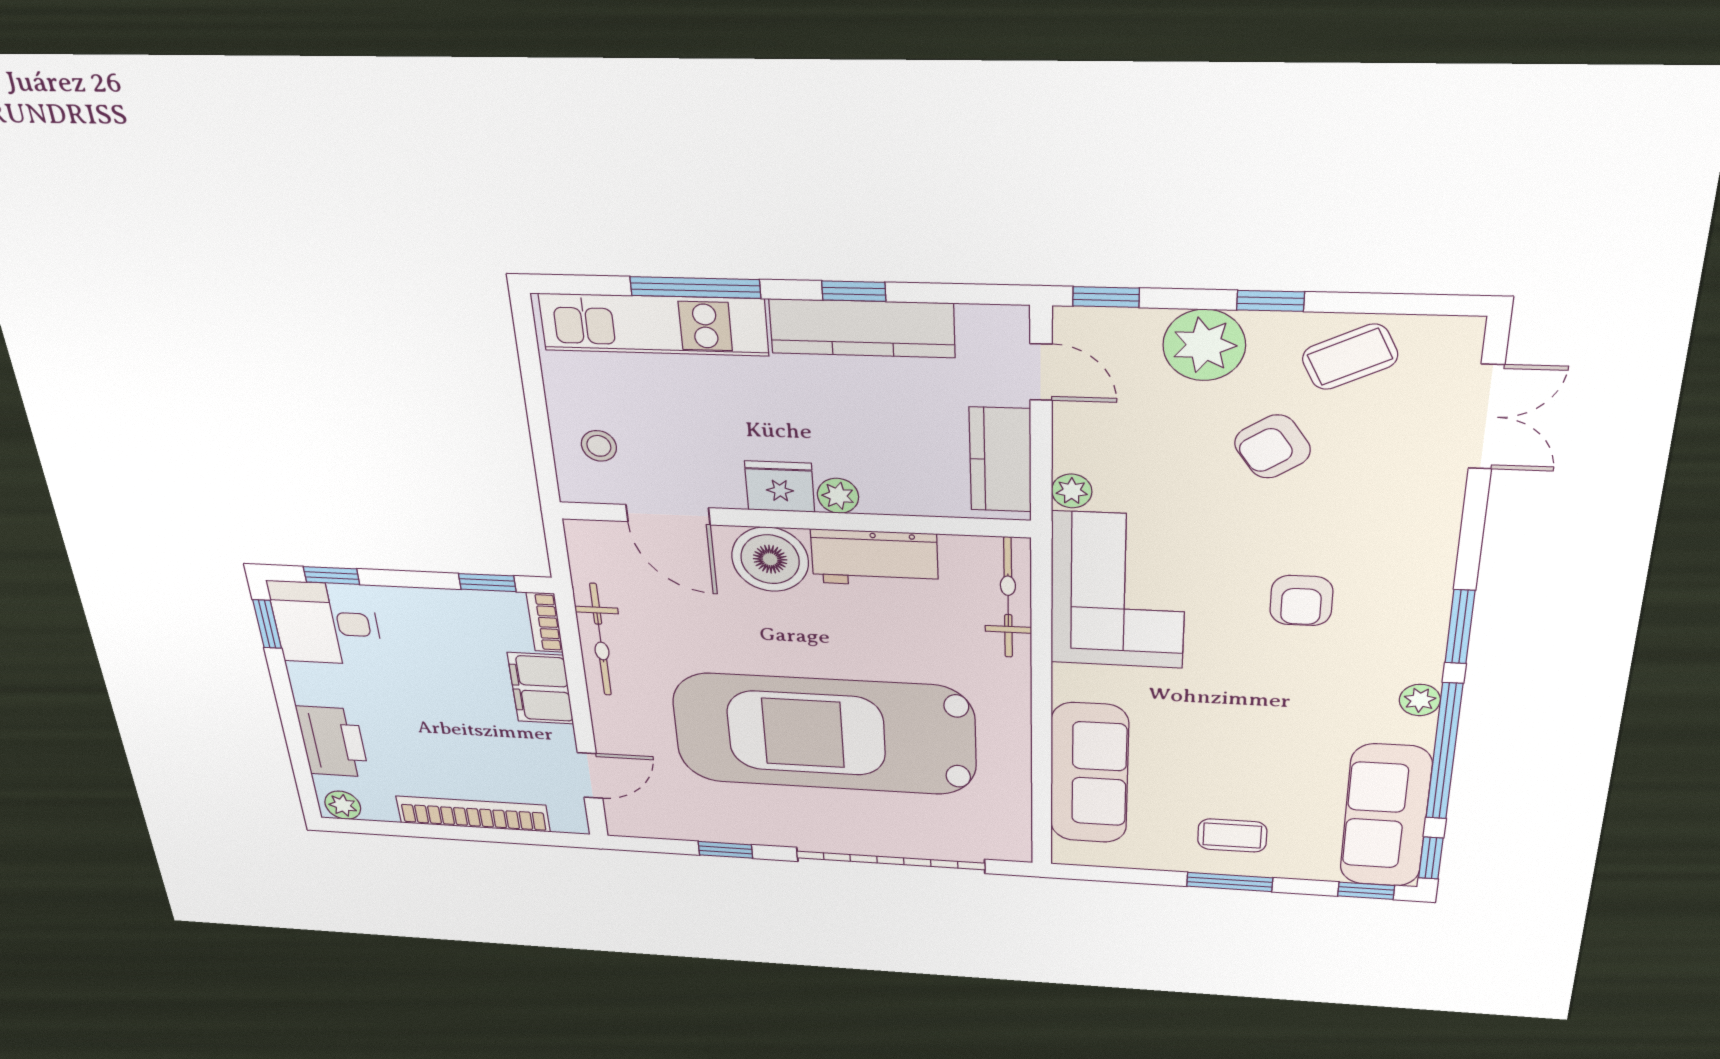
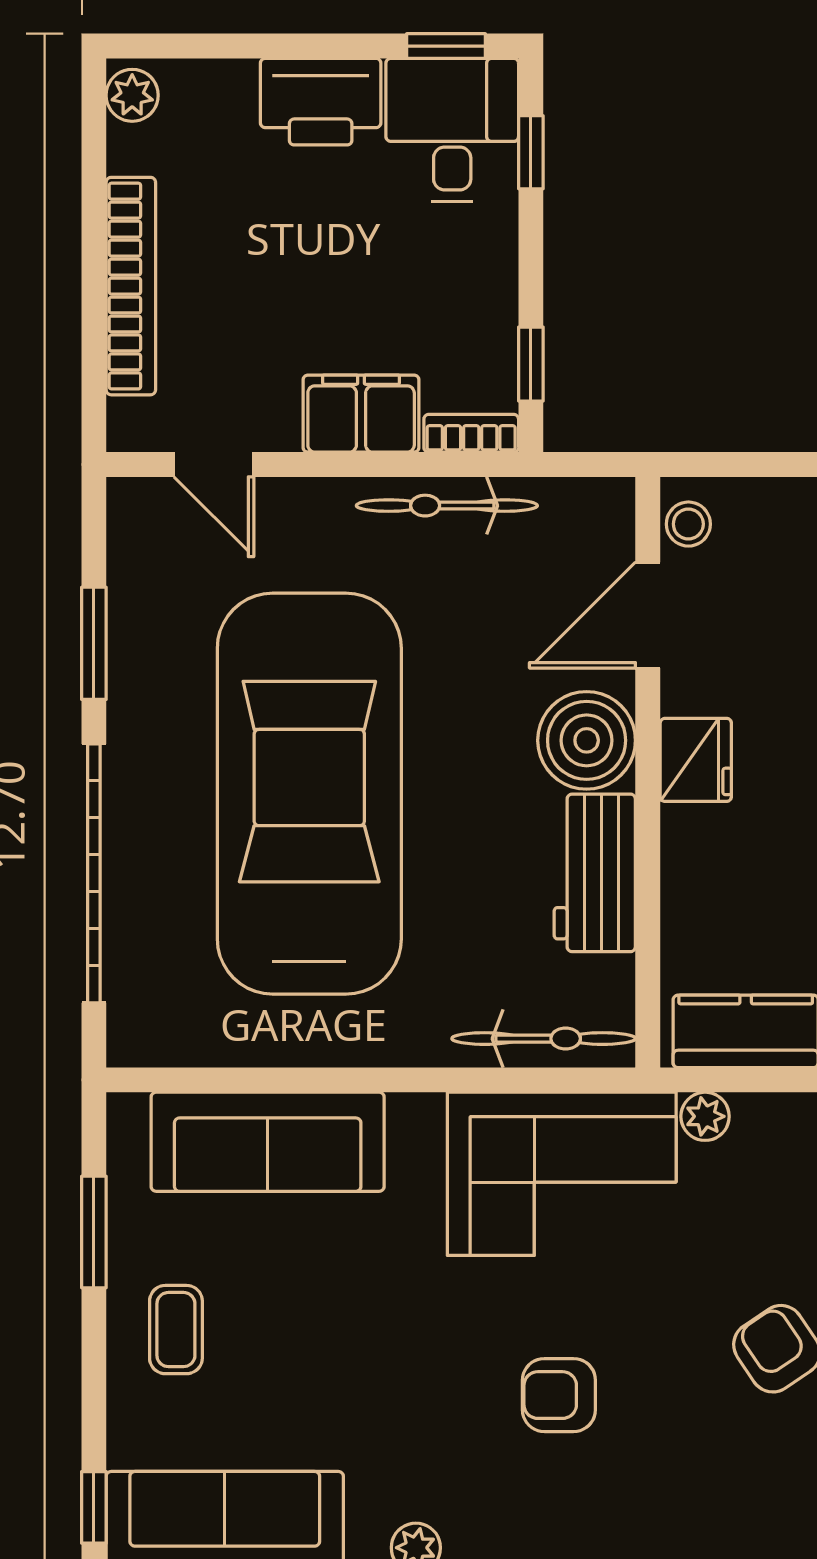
stool: (599, 446) -> (688, 524), moved
plant: (838, 496) -> (686, 832), removed
printer: (333, 742) -> (321, 102), moved
window: (725, 850) -> (94, 643), width x1.50
window: (1230, 882) -> (94, 1232), moved

